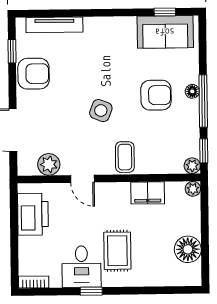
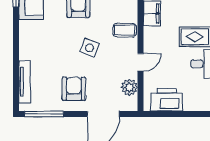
window: (12, 51) -> (44, 114), width x2.17
armchair: (34, 74) -> (74, 89), moved

